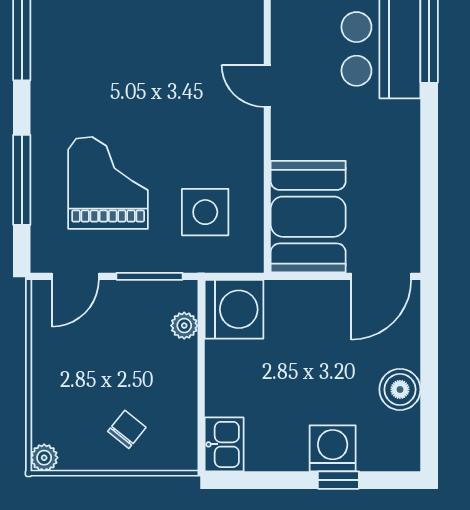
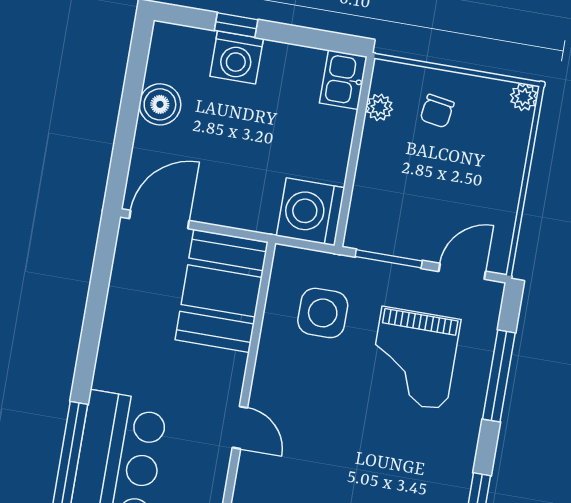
plant: (184, 326) -> (379, 107), moved
chair: (127, 429) -> (437, 111), turned -30

